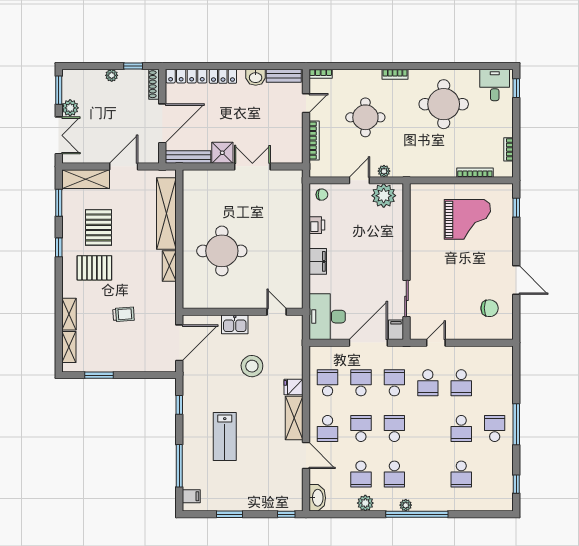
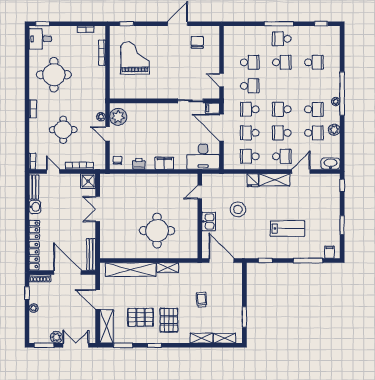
shower: (222, 153) -> (88, 181), moved

